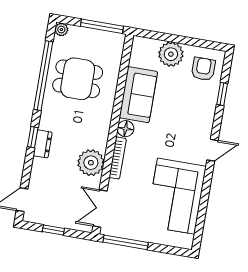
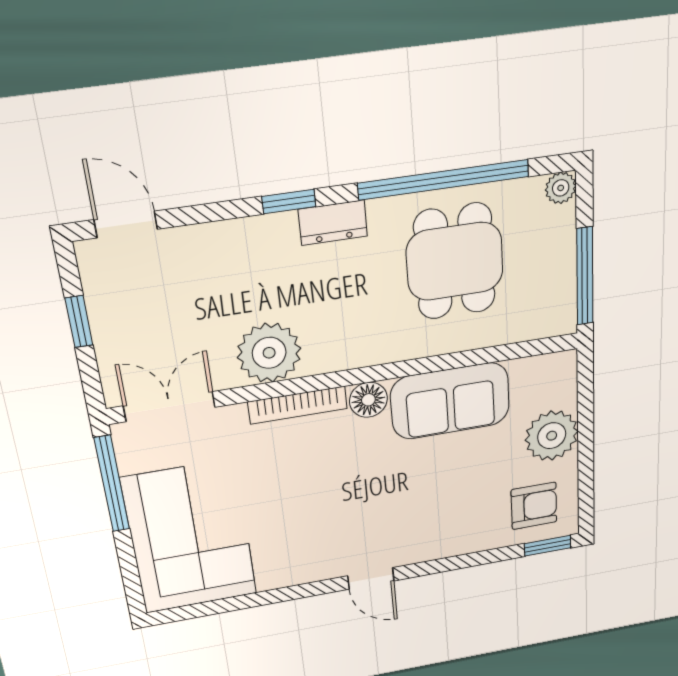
window: (222, 94) -> (548, 546), moved
dresser: (43, 144) -> (333, 223), moved
corner sofa: (176, 196) -> (190, 537), moved, turned 90

